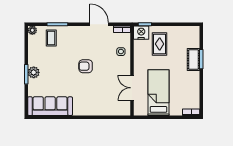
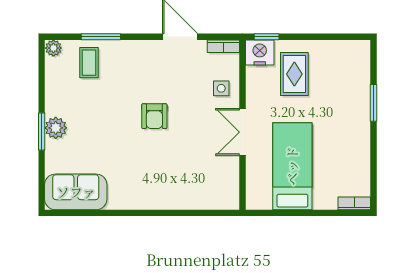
cot: (194, 59) -> (359, 103), removed
armchair: (86, 66) -> (154, 116), turned -90
double door: (132, 88) -> (242, 132), moved
sofa: (50, 106) -> (76, 192), width x0.73

